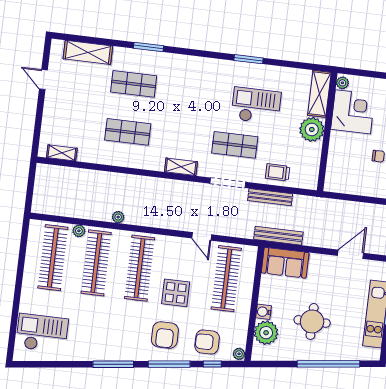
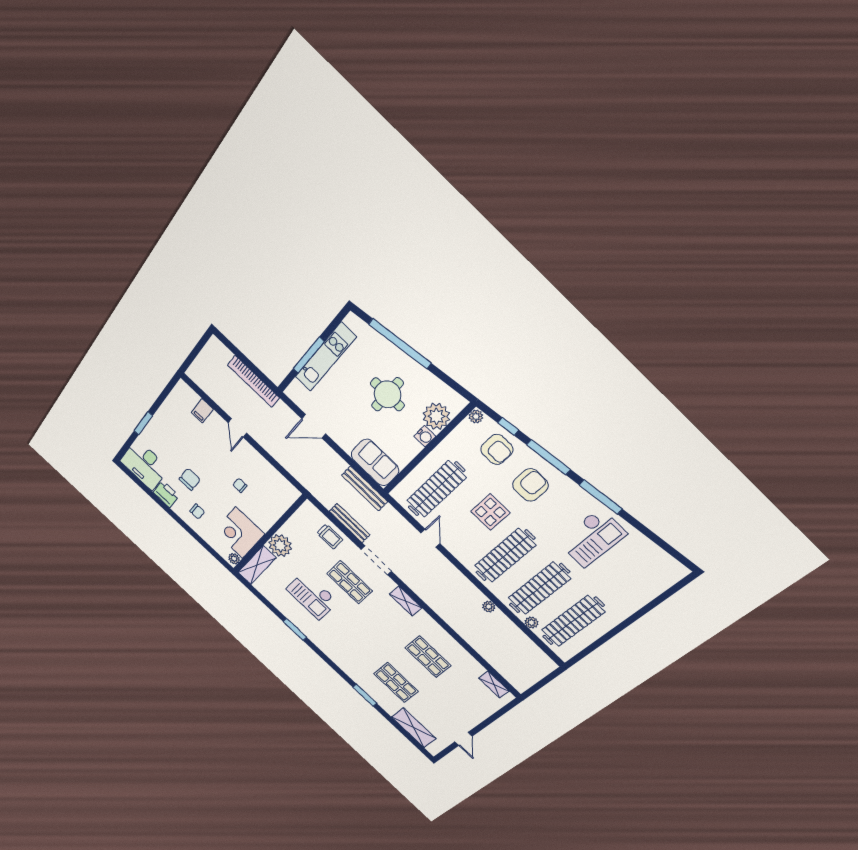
checkout: (42, 333) -> (592, 538), moved, turned -90

